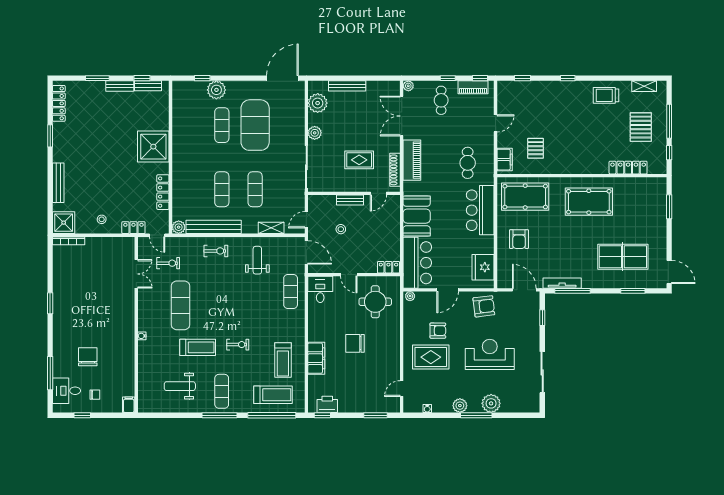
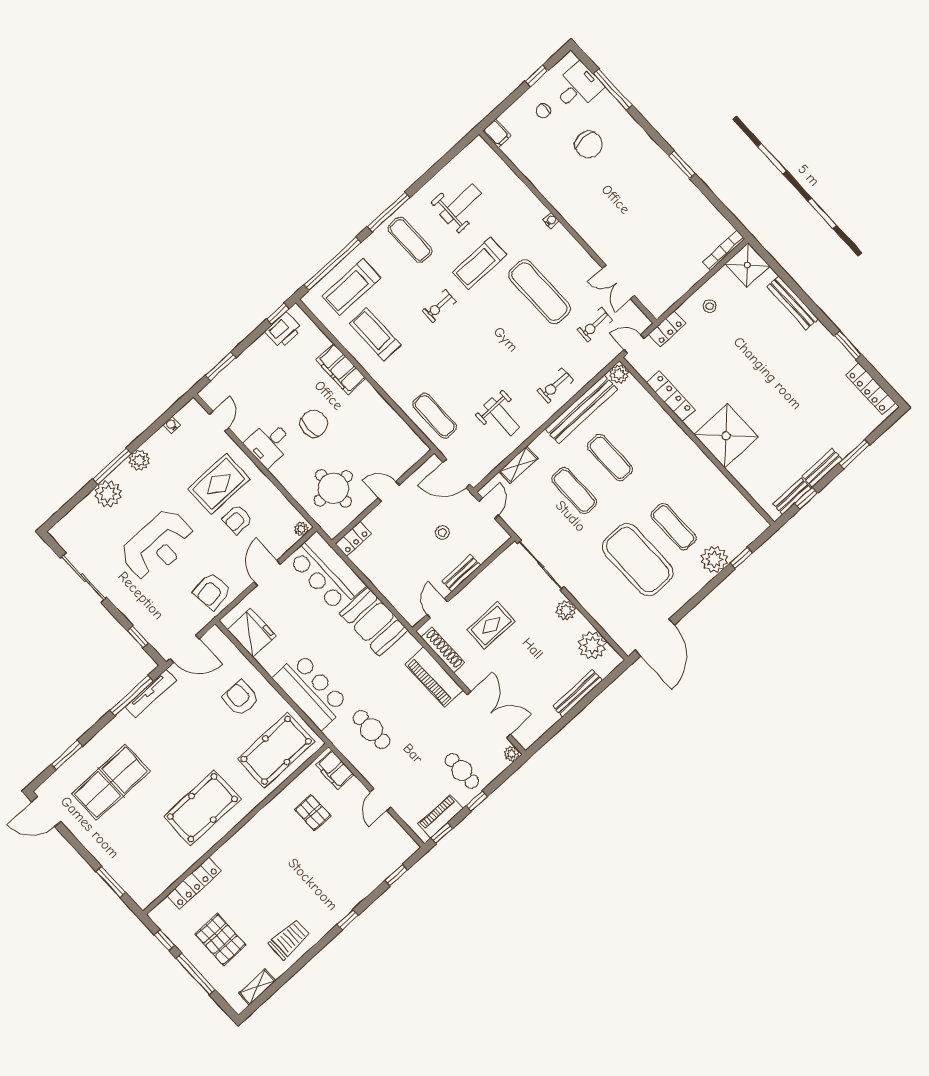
desk: (320, 289) -> (269, 444), moved, turned 90

